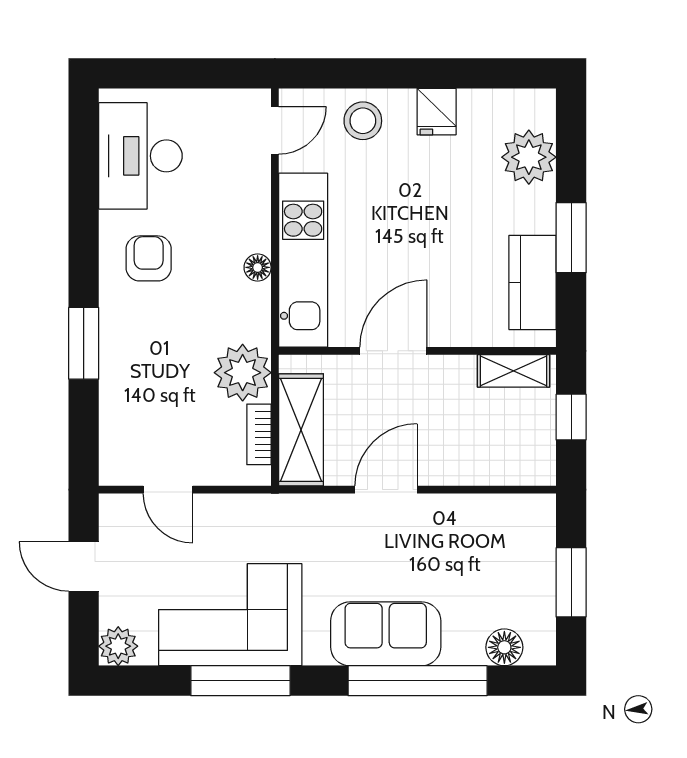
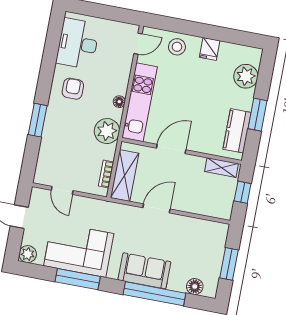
plant: (243, 373) -> (107, 131), moved

